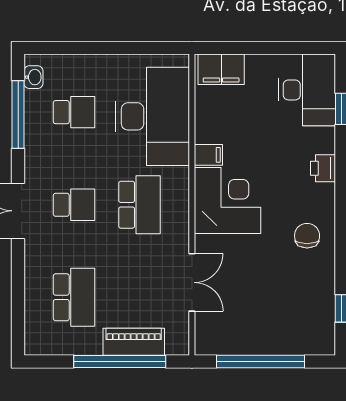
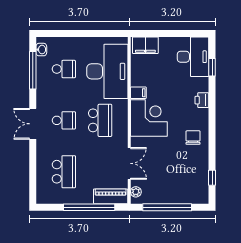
plant: (204, 334) -> (136, 192), added
piano: (134, 342) -> (111, 196), moved

